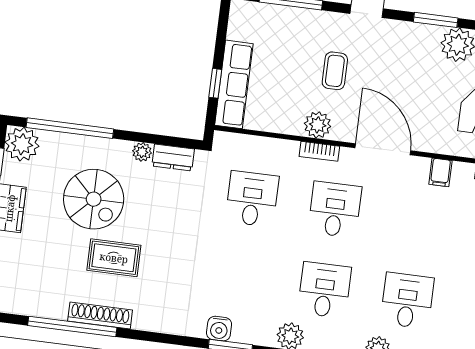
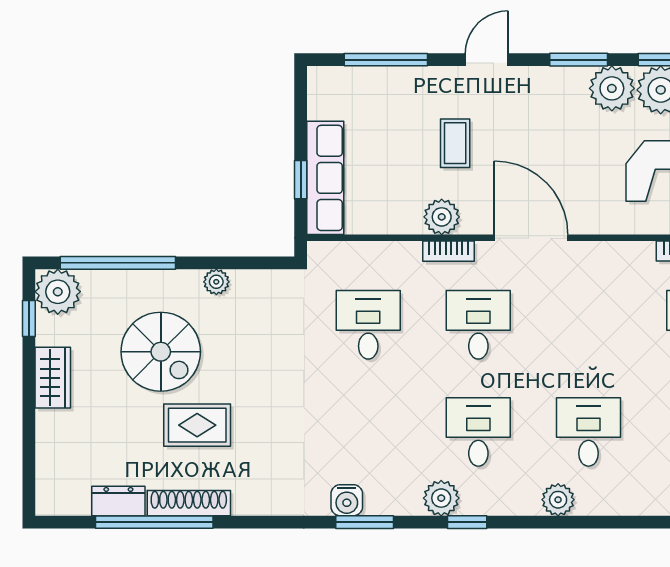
dresser: (173, 158) -> (118, 501), moved, turned 180
filing cabinet: (440, 172) -> (611, 259), removed

